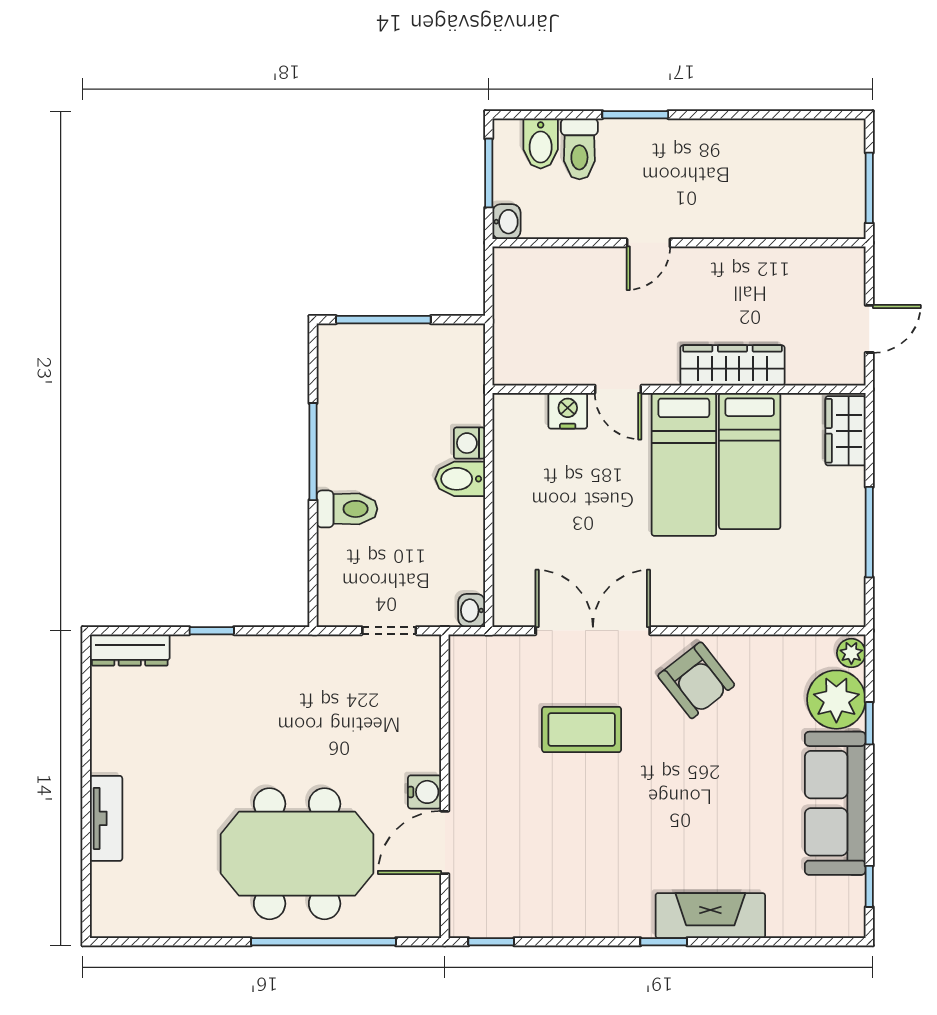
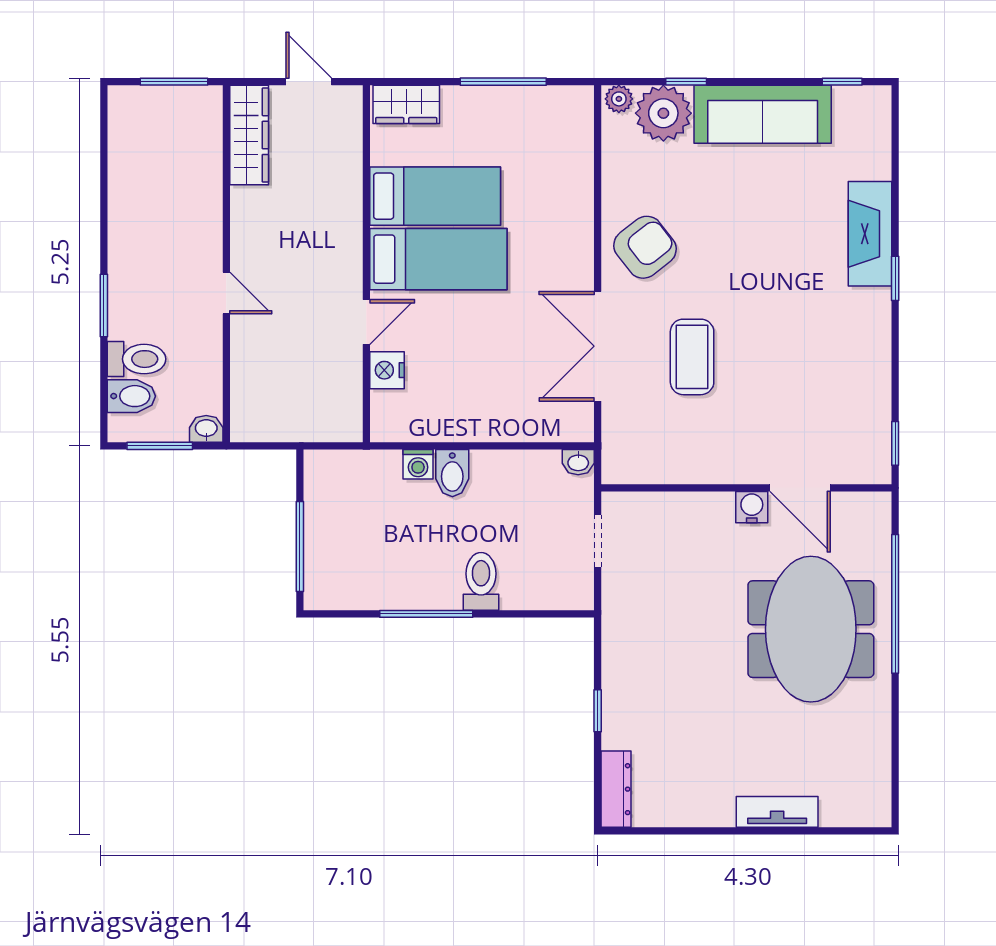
wardrobe: (732, 365) -> (249, 135), moved, turned 180

